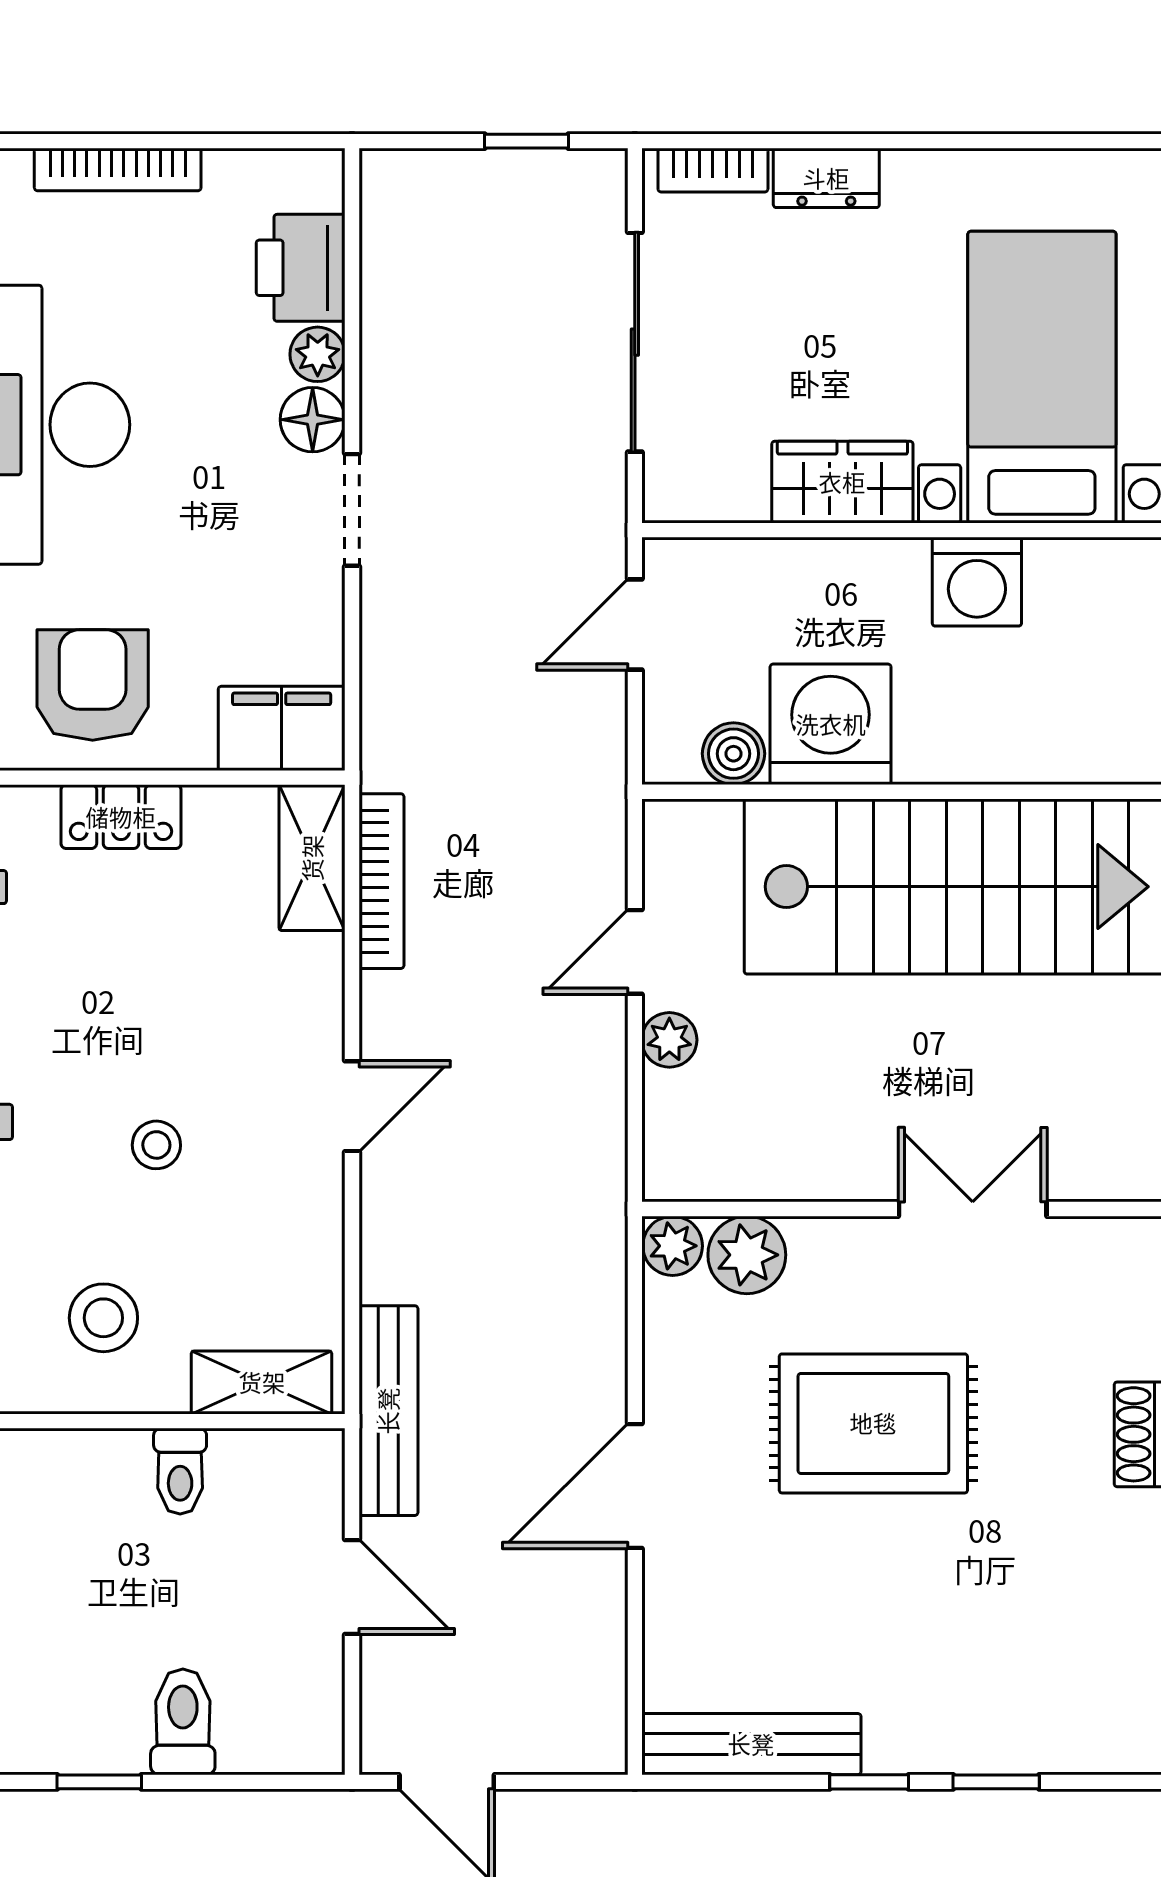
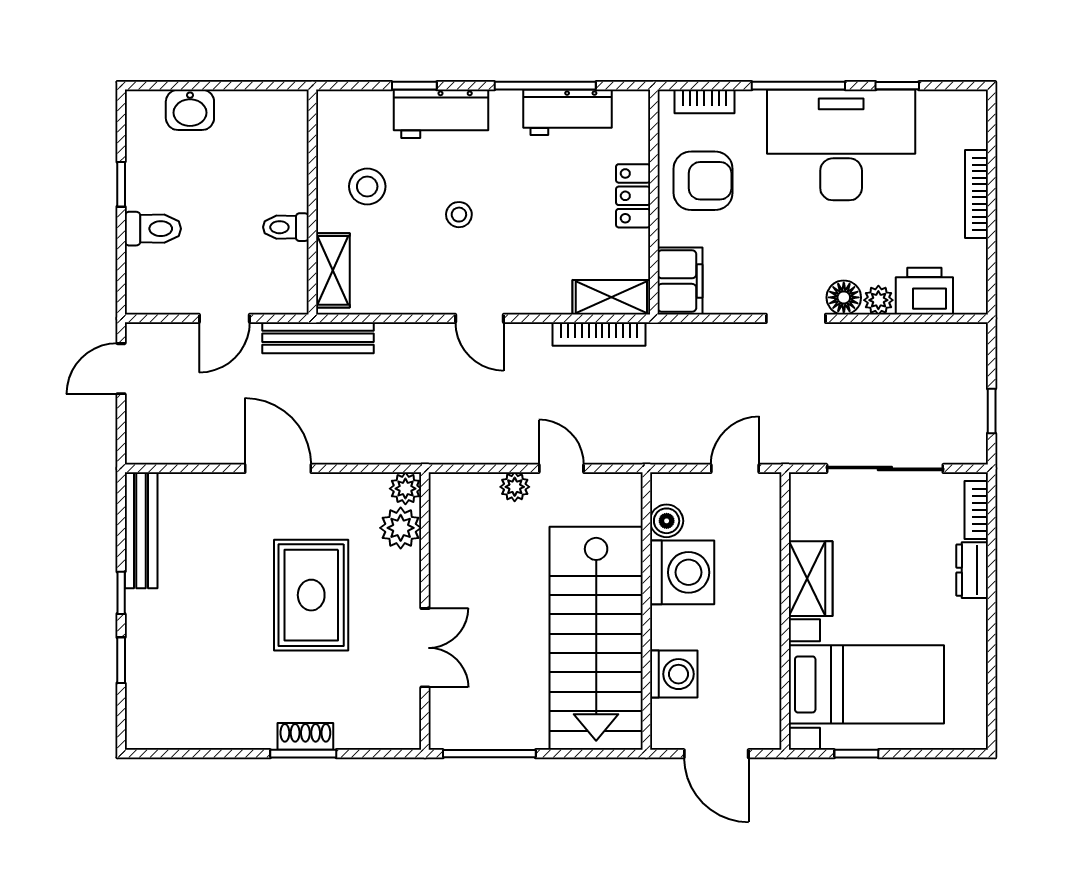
washing machine: (977, 582) -> (674, 674), moved, turned 180
door: (635, 625) -> (735, 468), hinge flipped

